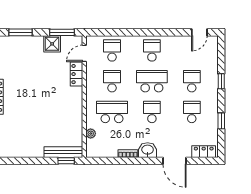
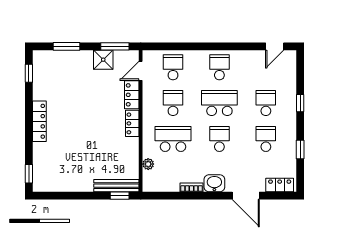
locker: (77, 99) -> (132, 123), added

